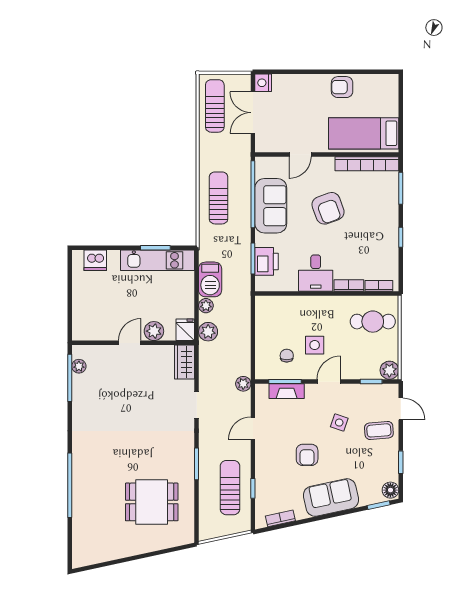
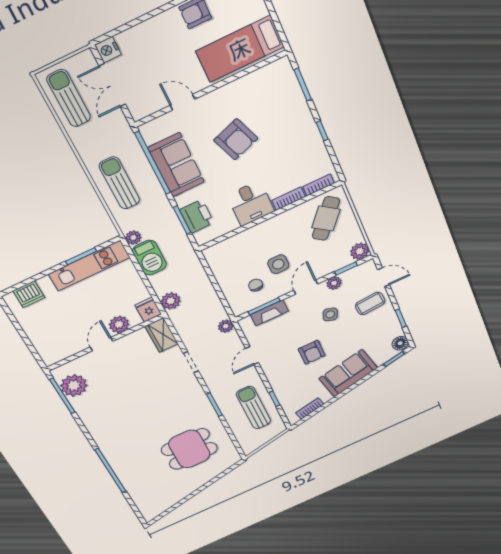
door: (300, 154) -> (182, 102), swing flipped
bookcase: (367, 164) -> (257, 78), removed
plant: (206, 306) -> (133, 238), moved
cafe table: (373, 322) -> (326, 218), turned -52
plant: (79, 366) -> (74, 385), width x1.87, depth x1.87
plant: (355, 391) -> (334, 283), added

